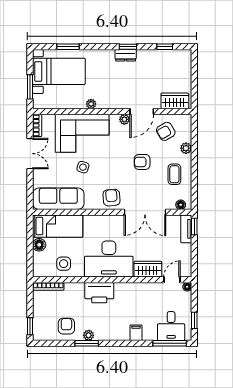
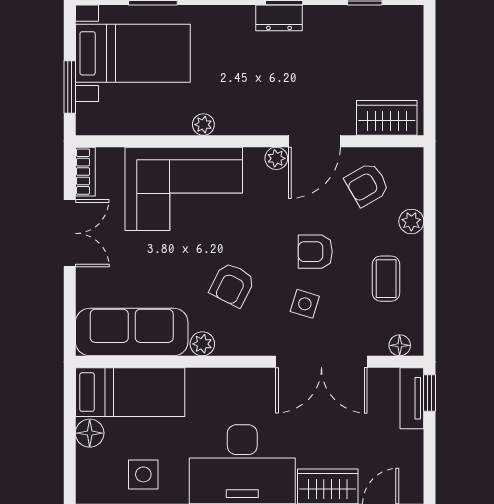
side table: (83, 167) -> (305, 304), moved
armchair: (111, 198) -> (232, 285), moved, turned -148
plant: (91, 204) -> (202, 344), added

